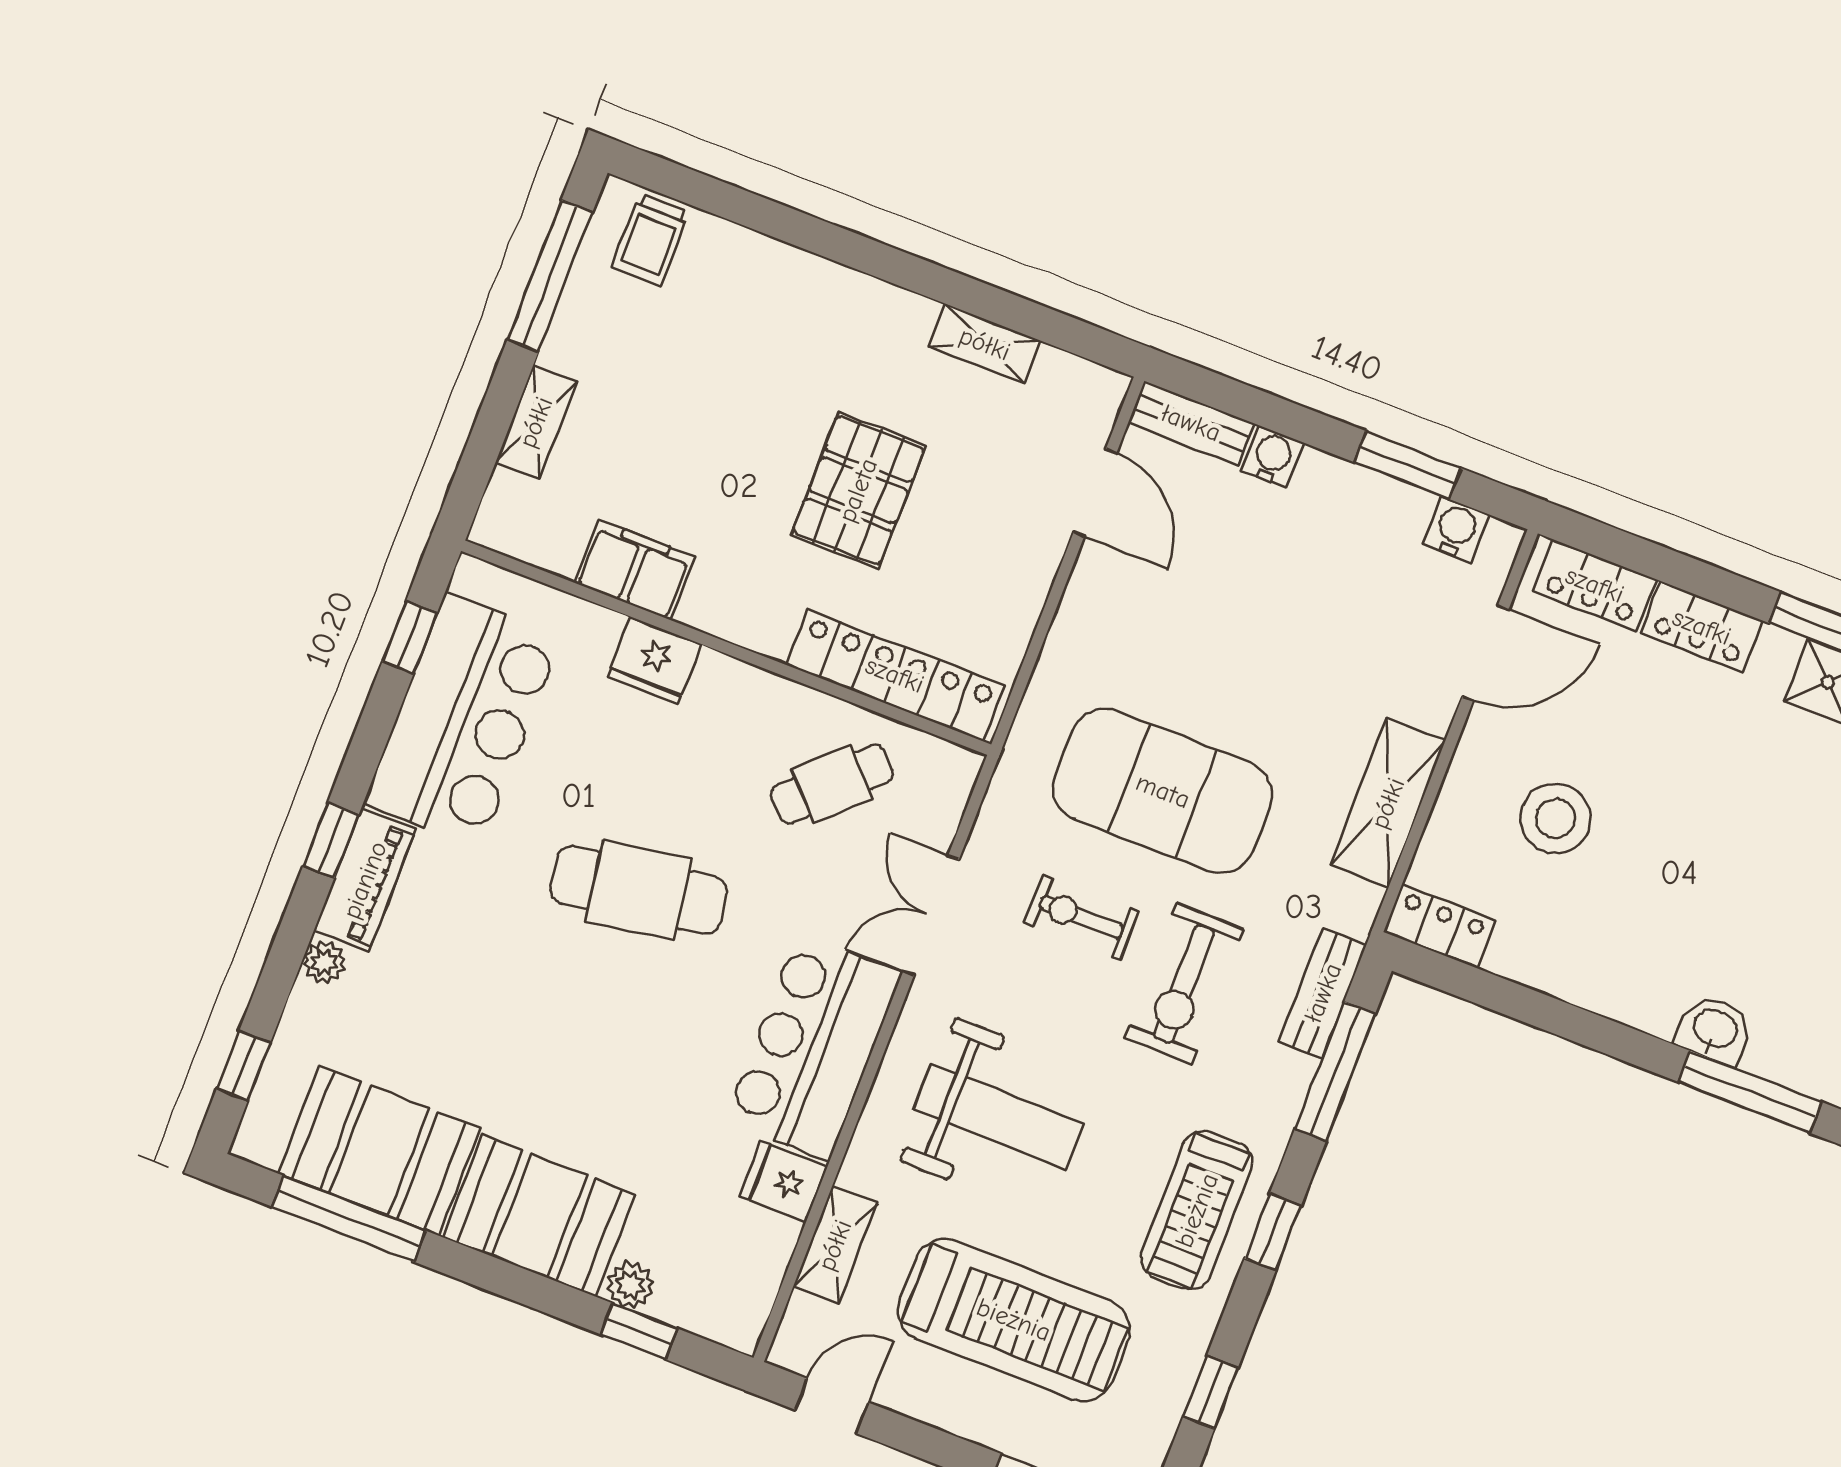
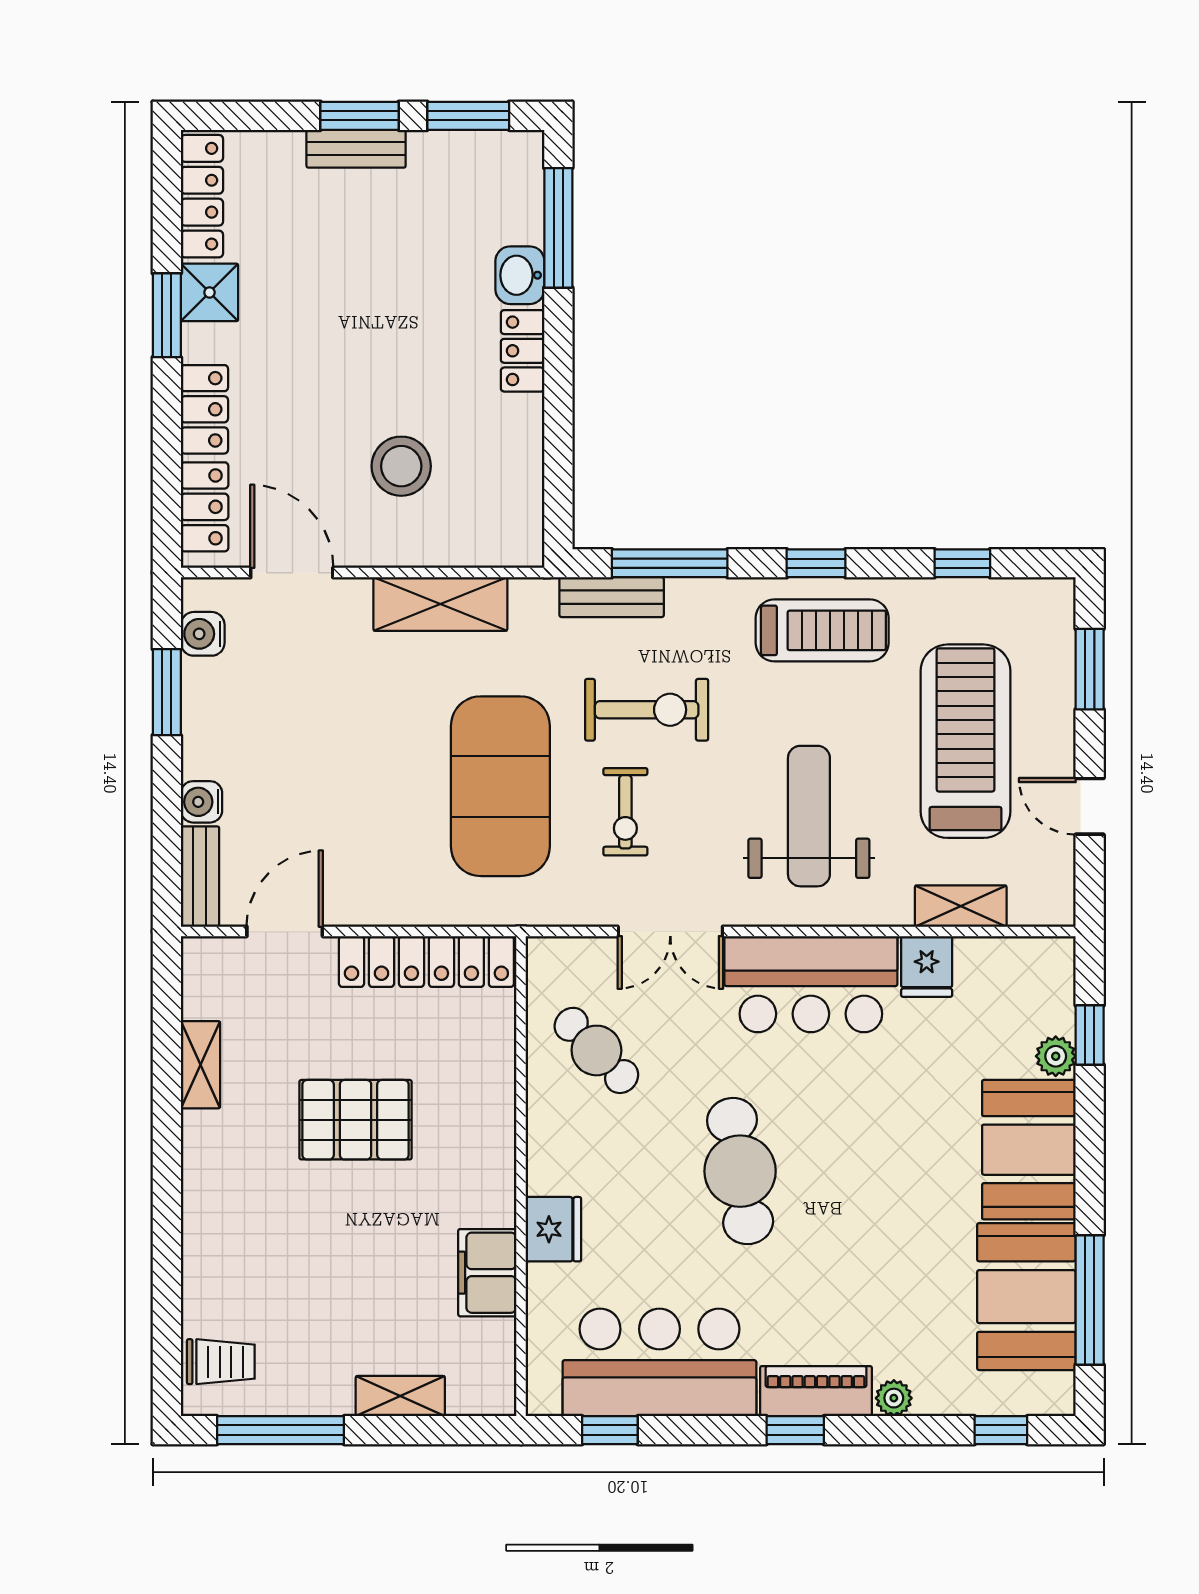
locker: (895, 675) -> (426, 962), moved, turned -90
locker: (1440, 926) -> (523, 351), moved
door: (832, 1406) -> (1090, 806), moved

